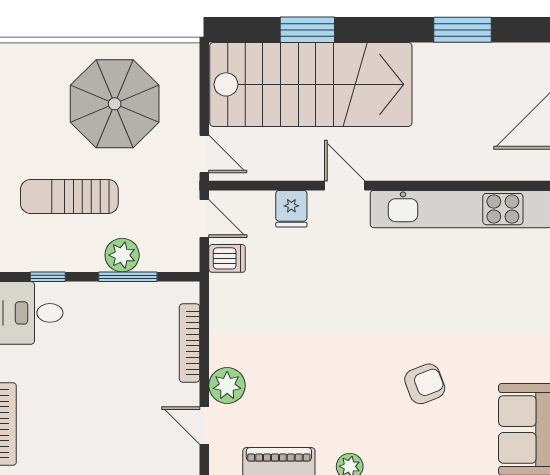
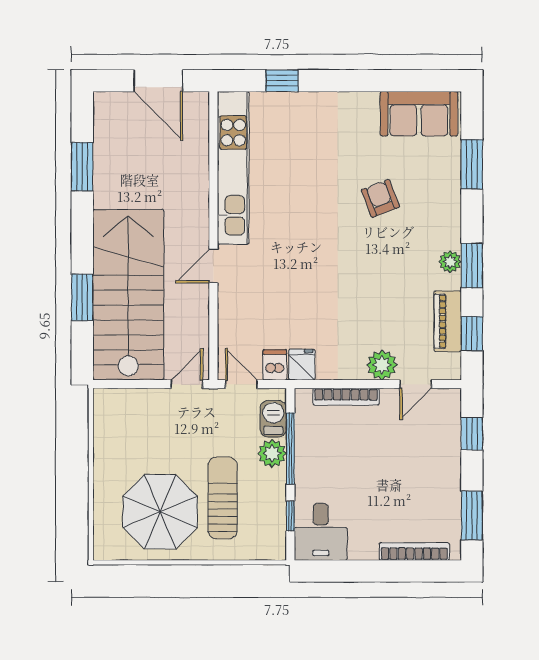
parasol: (115, 104) -> (160, 512), moved
sun lounger: (69, 196) -> (223, 498), turned 180
fridge: (291, 209) -> (302, 365), moved, turned -90
door: (204, 219) -> (241, 384), hinge flipped
barbecue: (163, 257) -> (273, 419), added
window: (128, 277) -> (290, 449), width x1.44

